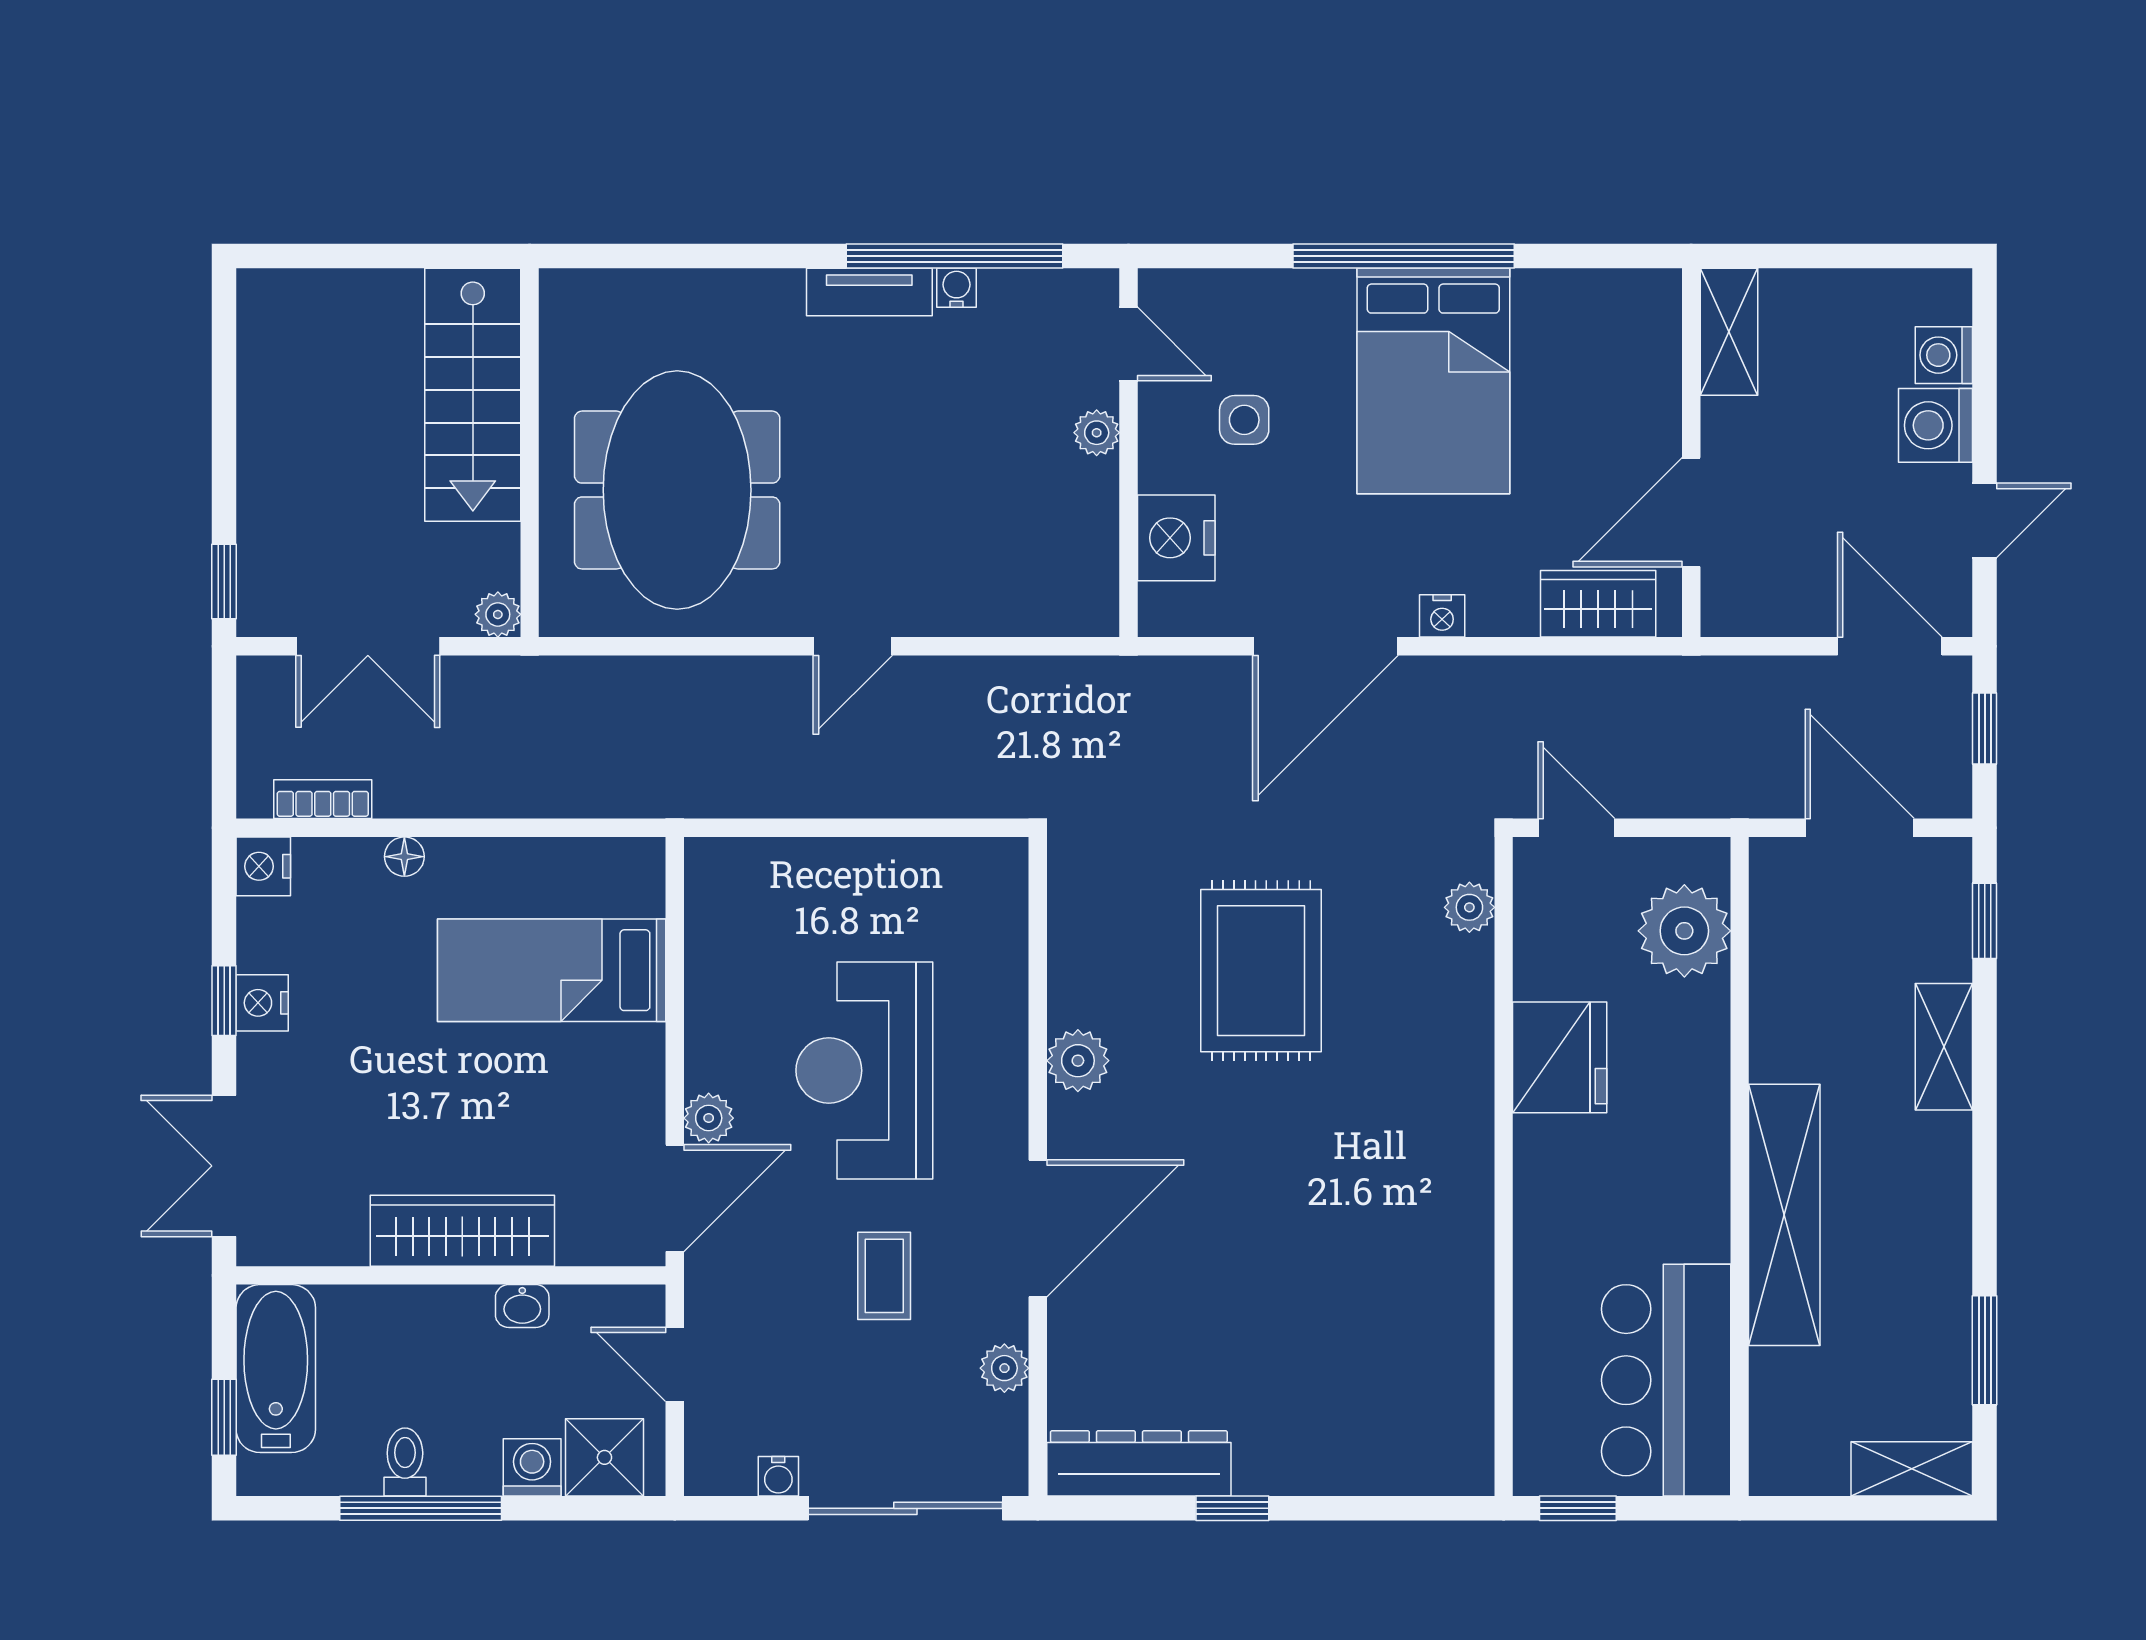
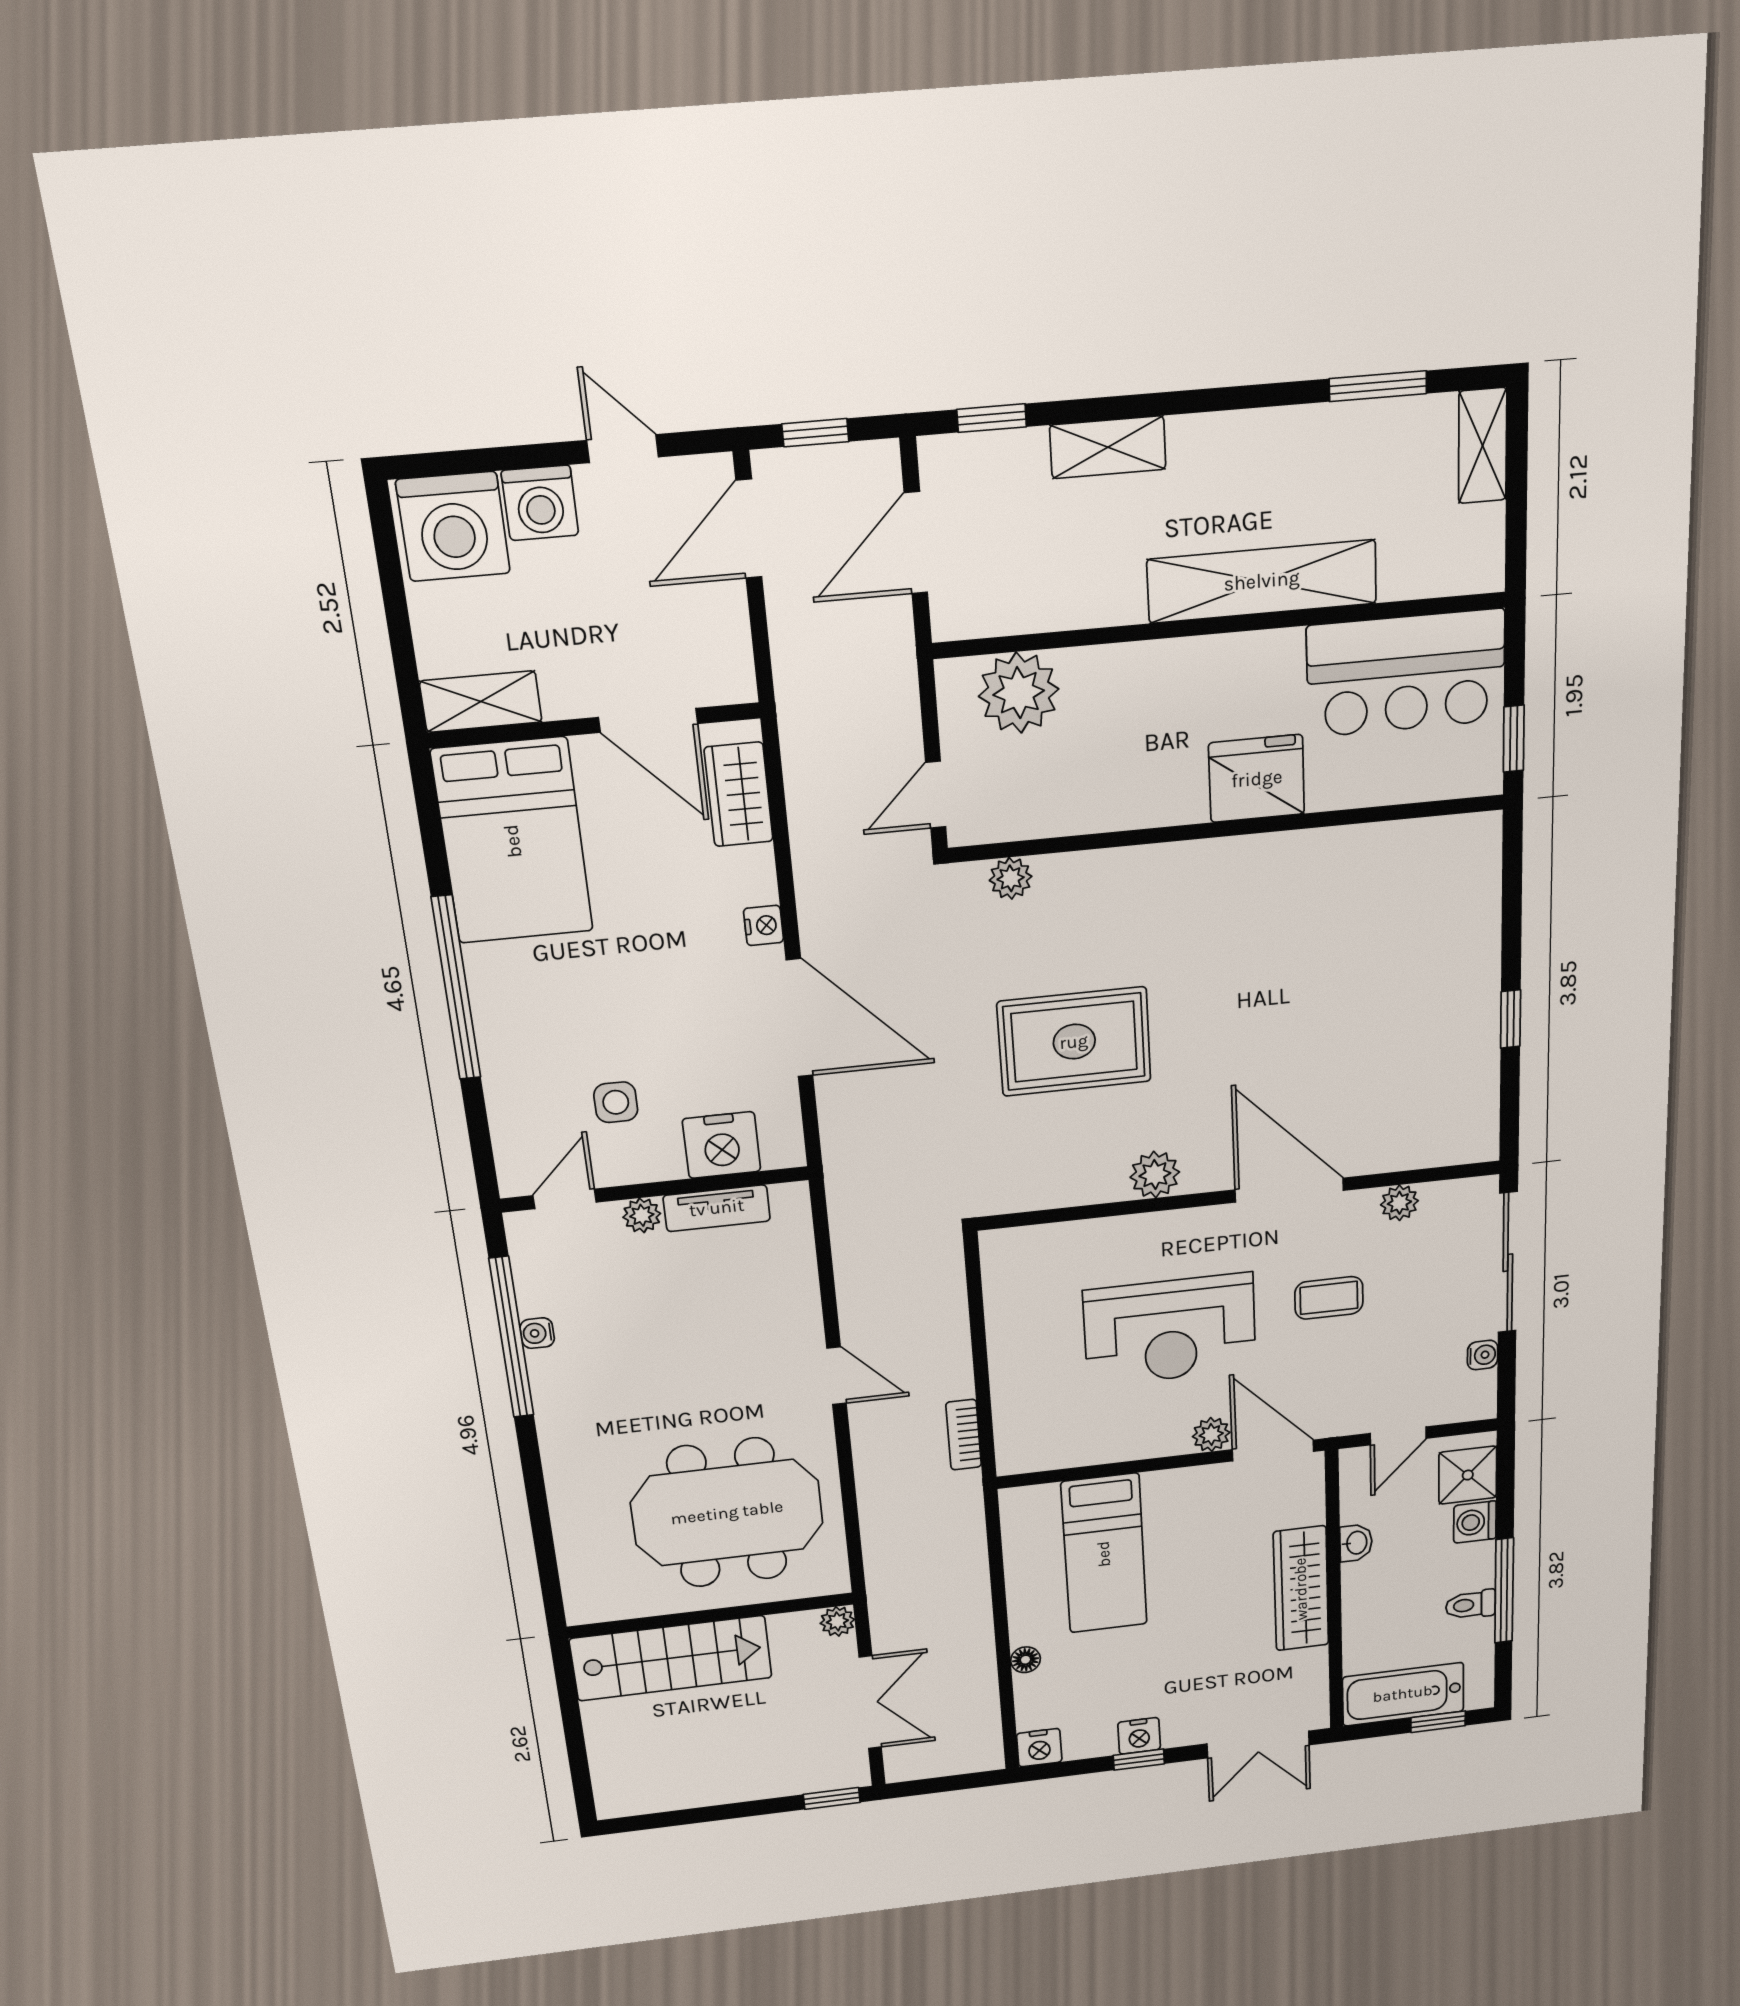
tv unit: (869, 292) -> (717, 1208), moved, turned 90
washing machine: (1944, 355) -> (453, 527), width x1.89, depth x1.89
bed: (1433, 381) -> (513, 841), moved, turned 90
bookcase: (323, 799) -> (964, 1435), moved
fridge: (1560, 1057) -> (1257, 779), moved
dresser: (1139, 1463) -> (1474, 1094), removed

